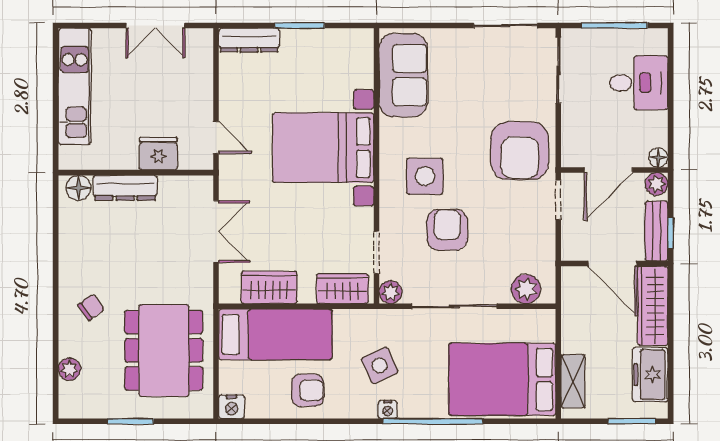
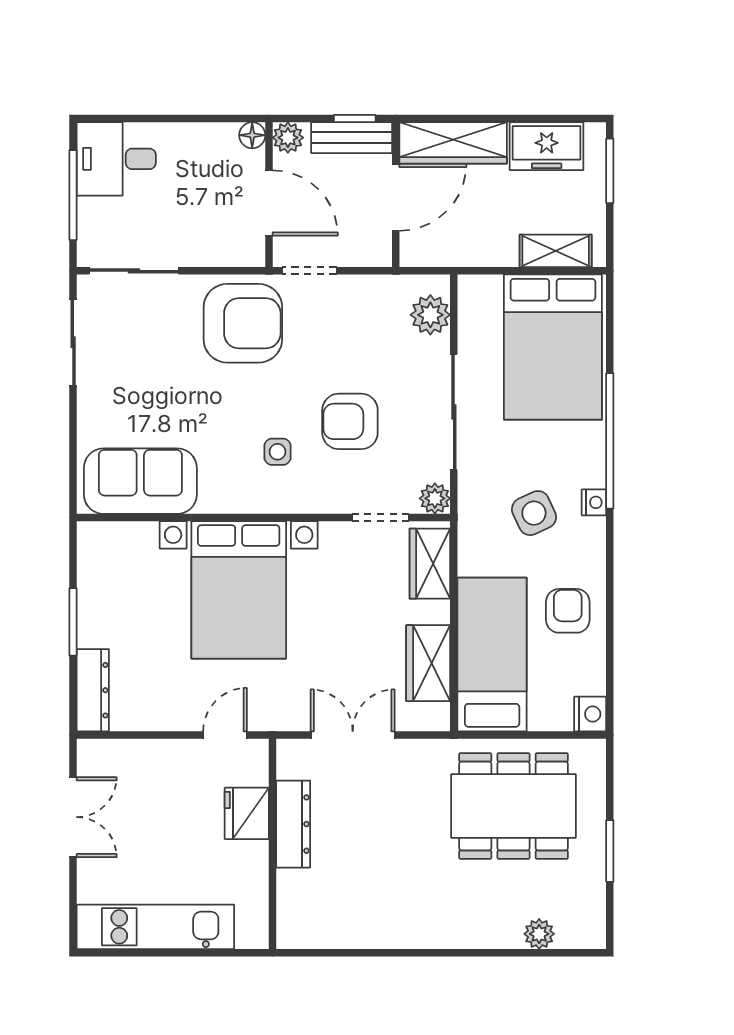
desk: (639, 83) -> (116, 159), moved, turned -90
side table: (425, 176) -> (277, 452), width x0.54, depth x0.54
floor lamp: (78, 188) -> (293, 922), removed
dresser: (125, 188) -> (293, 824), moved
chair: (91, 307) -> (455, 905), removed

